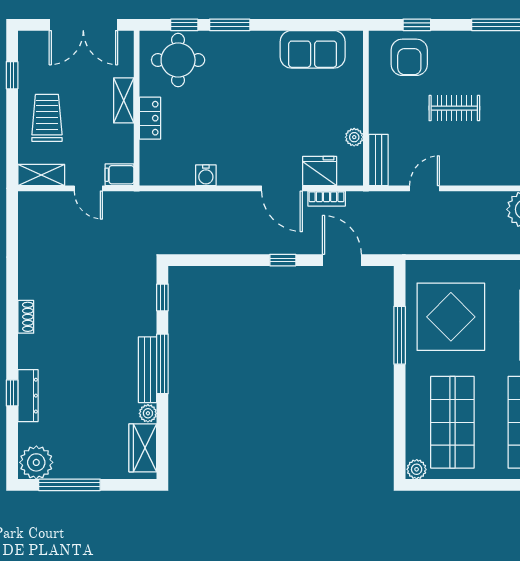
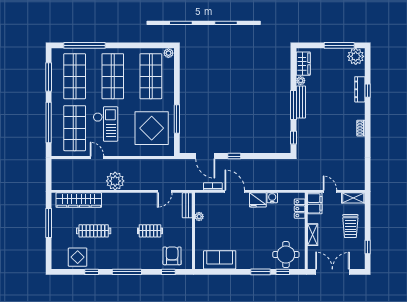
locker: (150, 118) -> (300, 209), moved
fridge: (320, 171) -> (258, 200), moved
filing cabinet: (119, 175) -> (315, 203), width x2.00

